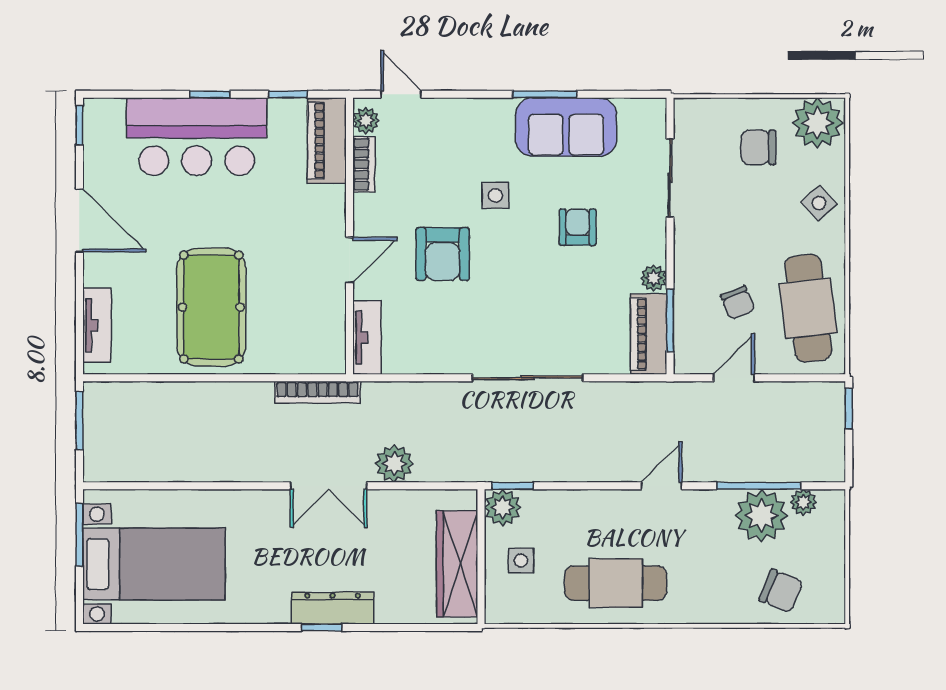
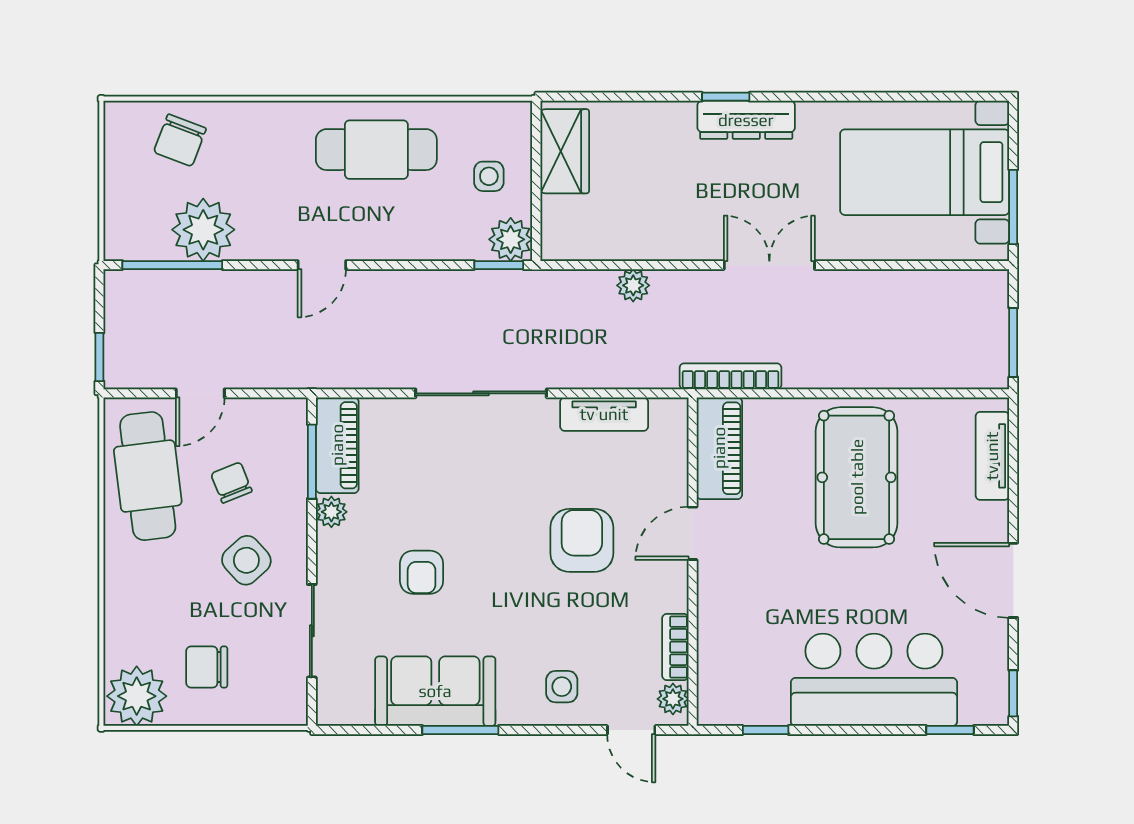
window: (210, 94) -> (950, 730), moved
piano: (327, 141) -> (719, 448), moved
chair: (758, 147) -> (207, 667), turned 180
side table: (495, 195) -> (562, 687), moved
side table: (819, 203) -> (246, 560), moved, width x1.37, depth x1.37
tv unit: (367, 337) -> (604, 414), moved, turned -90
door: (734, 378) -> (200, 393), moved
plant: (394, 464) -> (633, 285), width x0.73, depth x0.73
double door: (329, 486) -> (769, 265), moved
window: (759, 486) -> (172, 265), moved
plant: (803, 502) -> (153, 246), removed
wardrobe: (457, 564) -> (565, 151), width x0.67
chair: (781, 591) -> (180, 140), turned -91
dresser: (333, 608) -> (746, 120), moved

